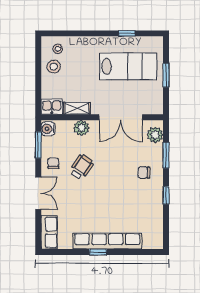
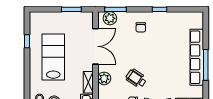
lab bench: (128, 66) -> (53, 57), moved
window: (166, 75) -> (71, 9), moved
window: (166, 155) -> (116, 9), moved
window: (98, 252) -> (206, 65), width x2.17

